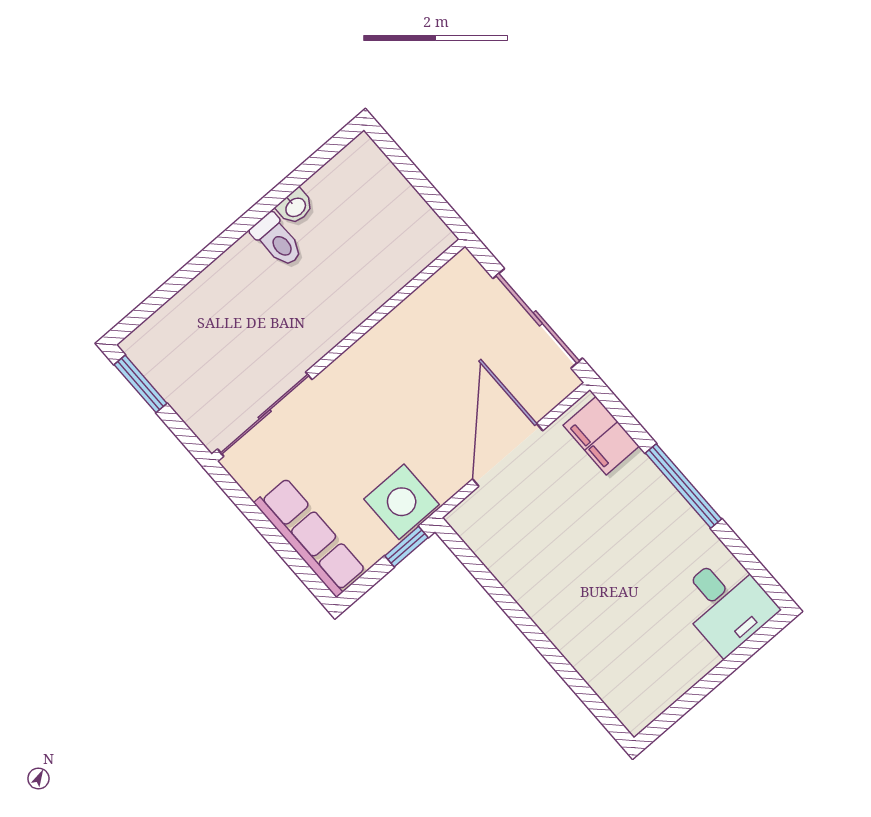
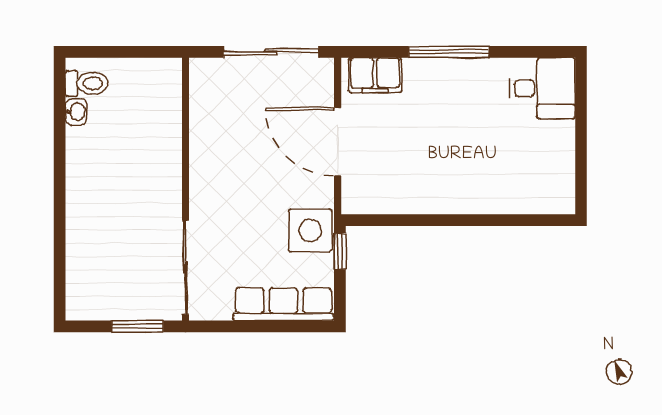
washbasin: (295, 207) -> (76, 112), moved
toilet: (277, 240) -> (87, 83), moved
window: (141, 384) -> (138, 326), moved

